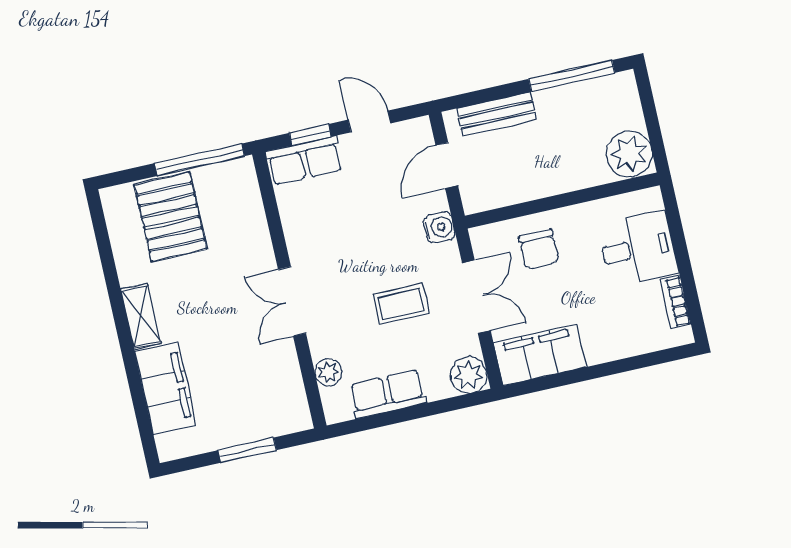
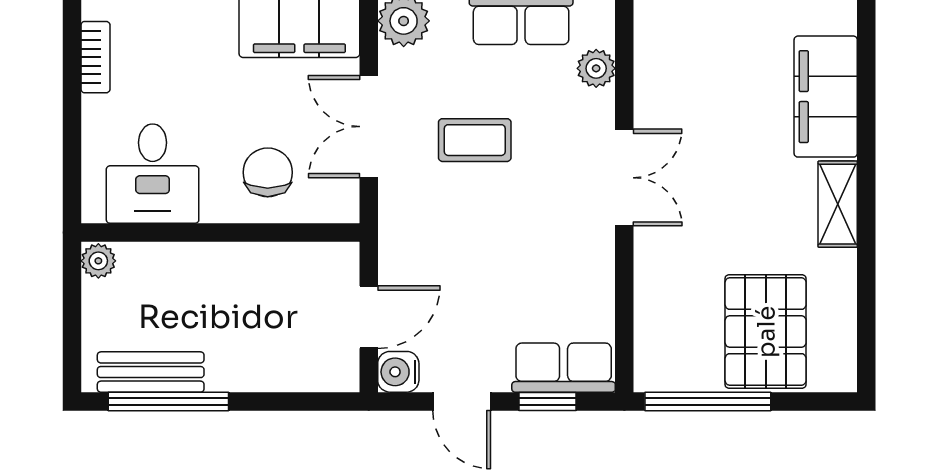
bench: (497, 114) -> (151, 372), moved
plant: (629, 154) -> (98, 261), width x0.53, depth x0.53
water cooler: (439, 227) -> (398, 372), moved
desk: (638, 248) -> (153, 174), moved, turned -90

